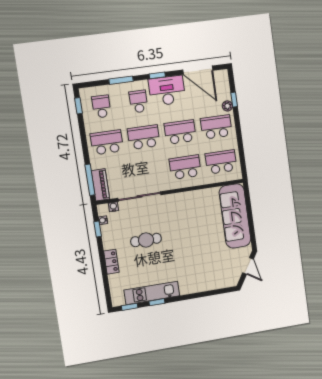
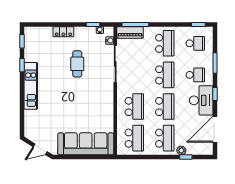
kitchen unit: (152, 293) -> (31, 86), moved

